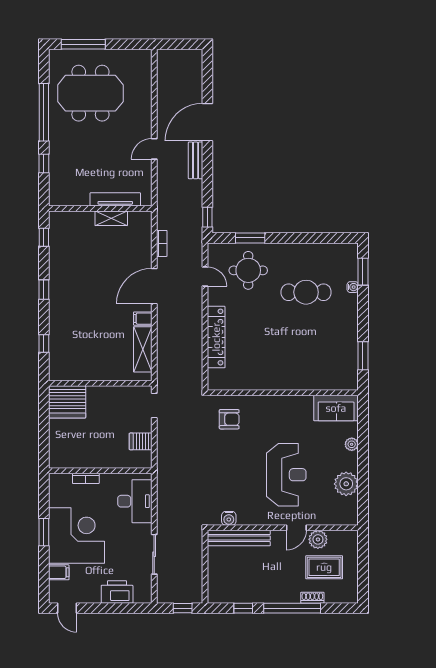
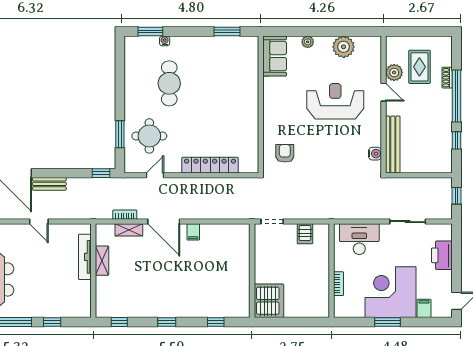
shelving: (143, 349) -> (129, 230), moved, width x0.67, depth x0.75

